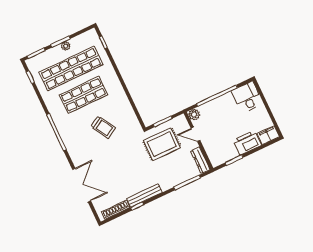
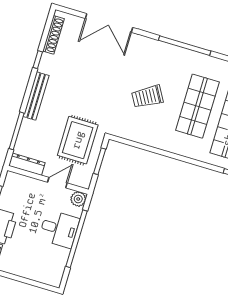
desk: (247, 97) -> (59, 229), moved
bench: (145, 195) -> (36, 96), moved

